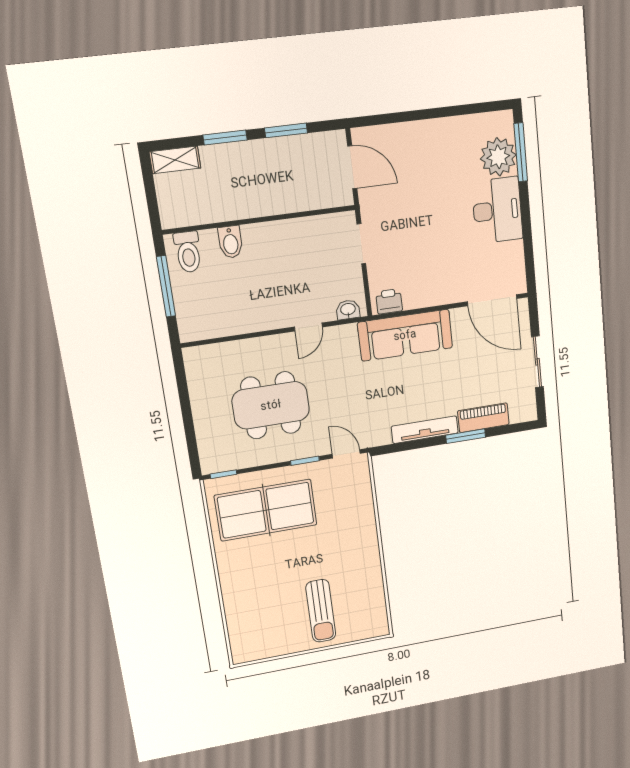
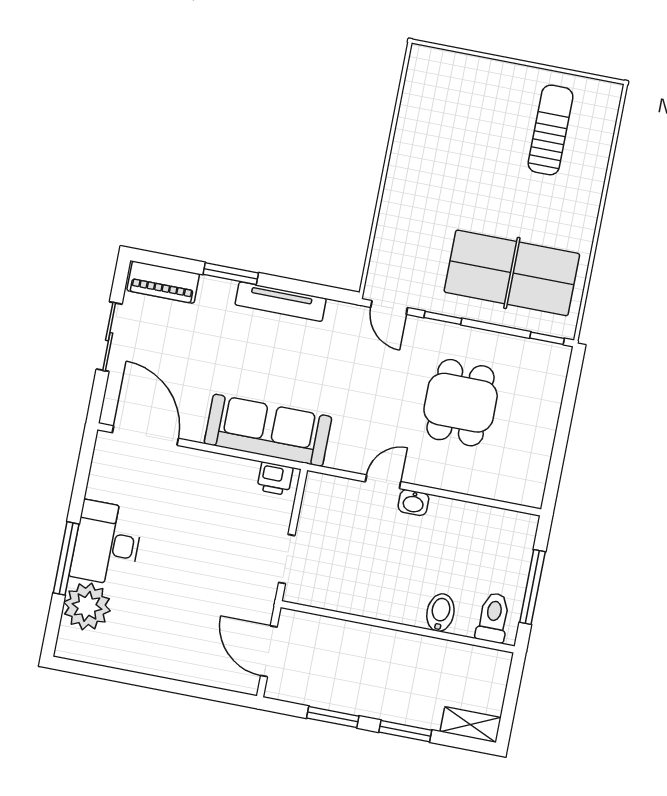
window: (521, 152) -> (66, 558), moved
washbasin: (348, 310) -> (413, 503), moved
dining table: (271, 405) -> (461, 403), width x0.73
piano: (483, 418) -> (163, 282), moved
sun lounger: (321, 611) -> (550, 130), moved

